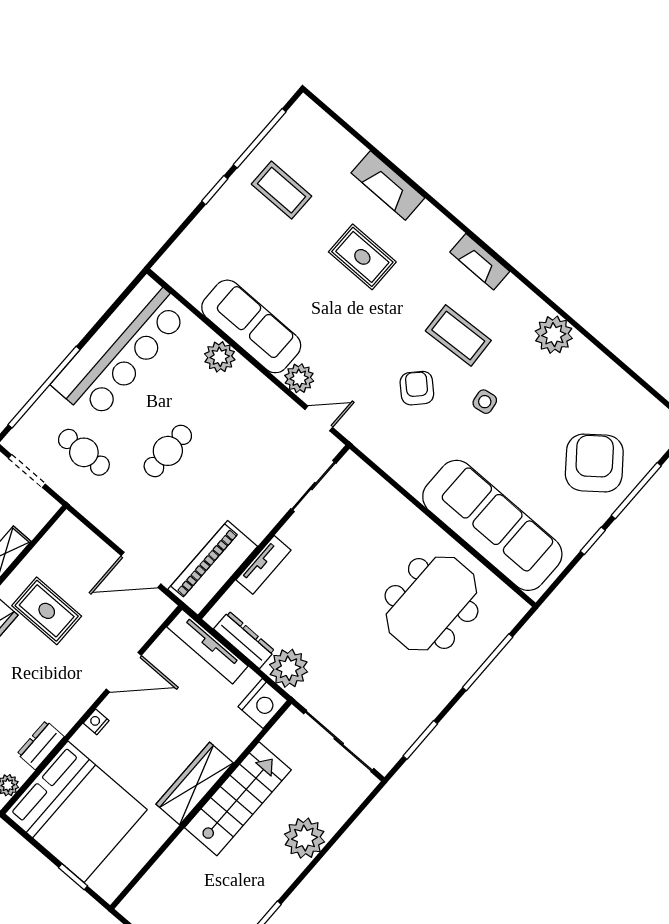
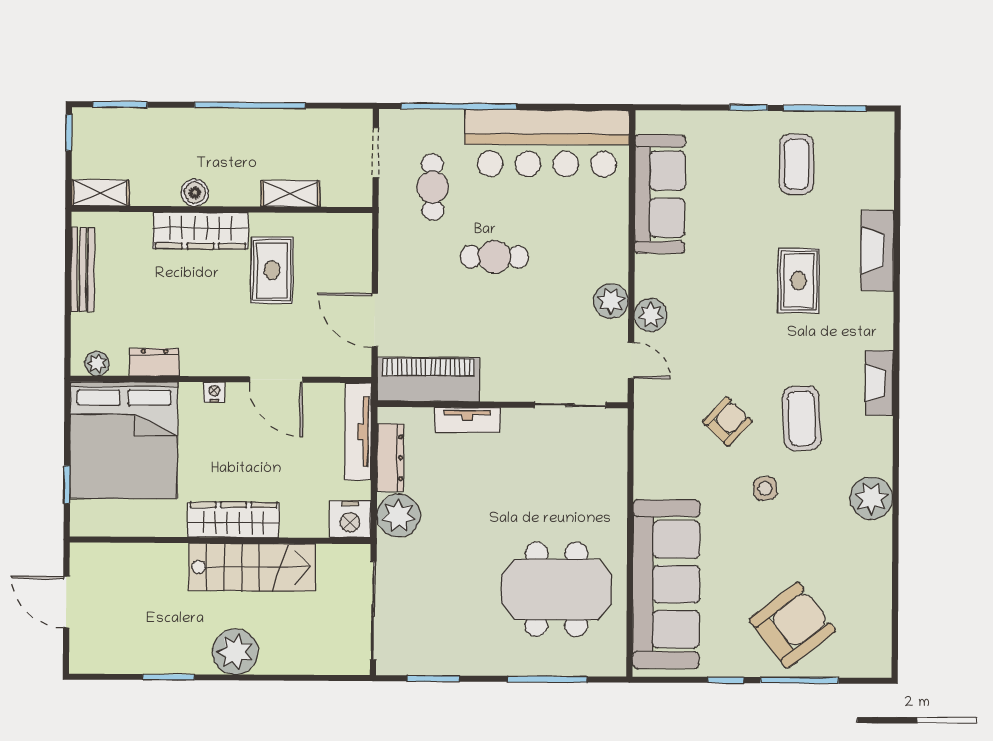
sofa: (251, 326) -> (660, 194), moved
plant: (220, 357) -> (611, 301), moved
plant: (305, 838) -> (235, 652), moved

